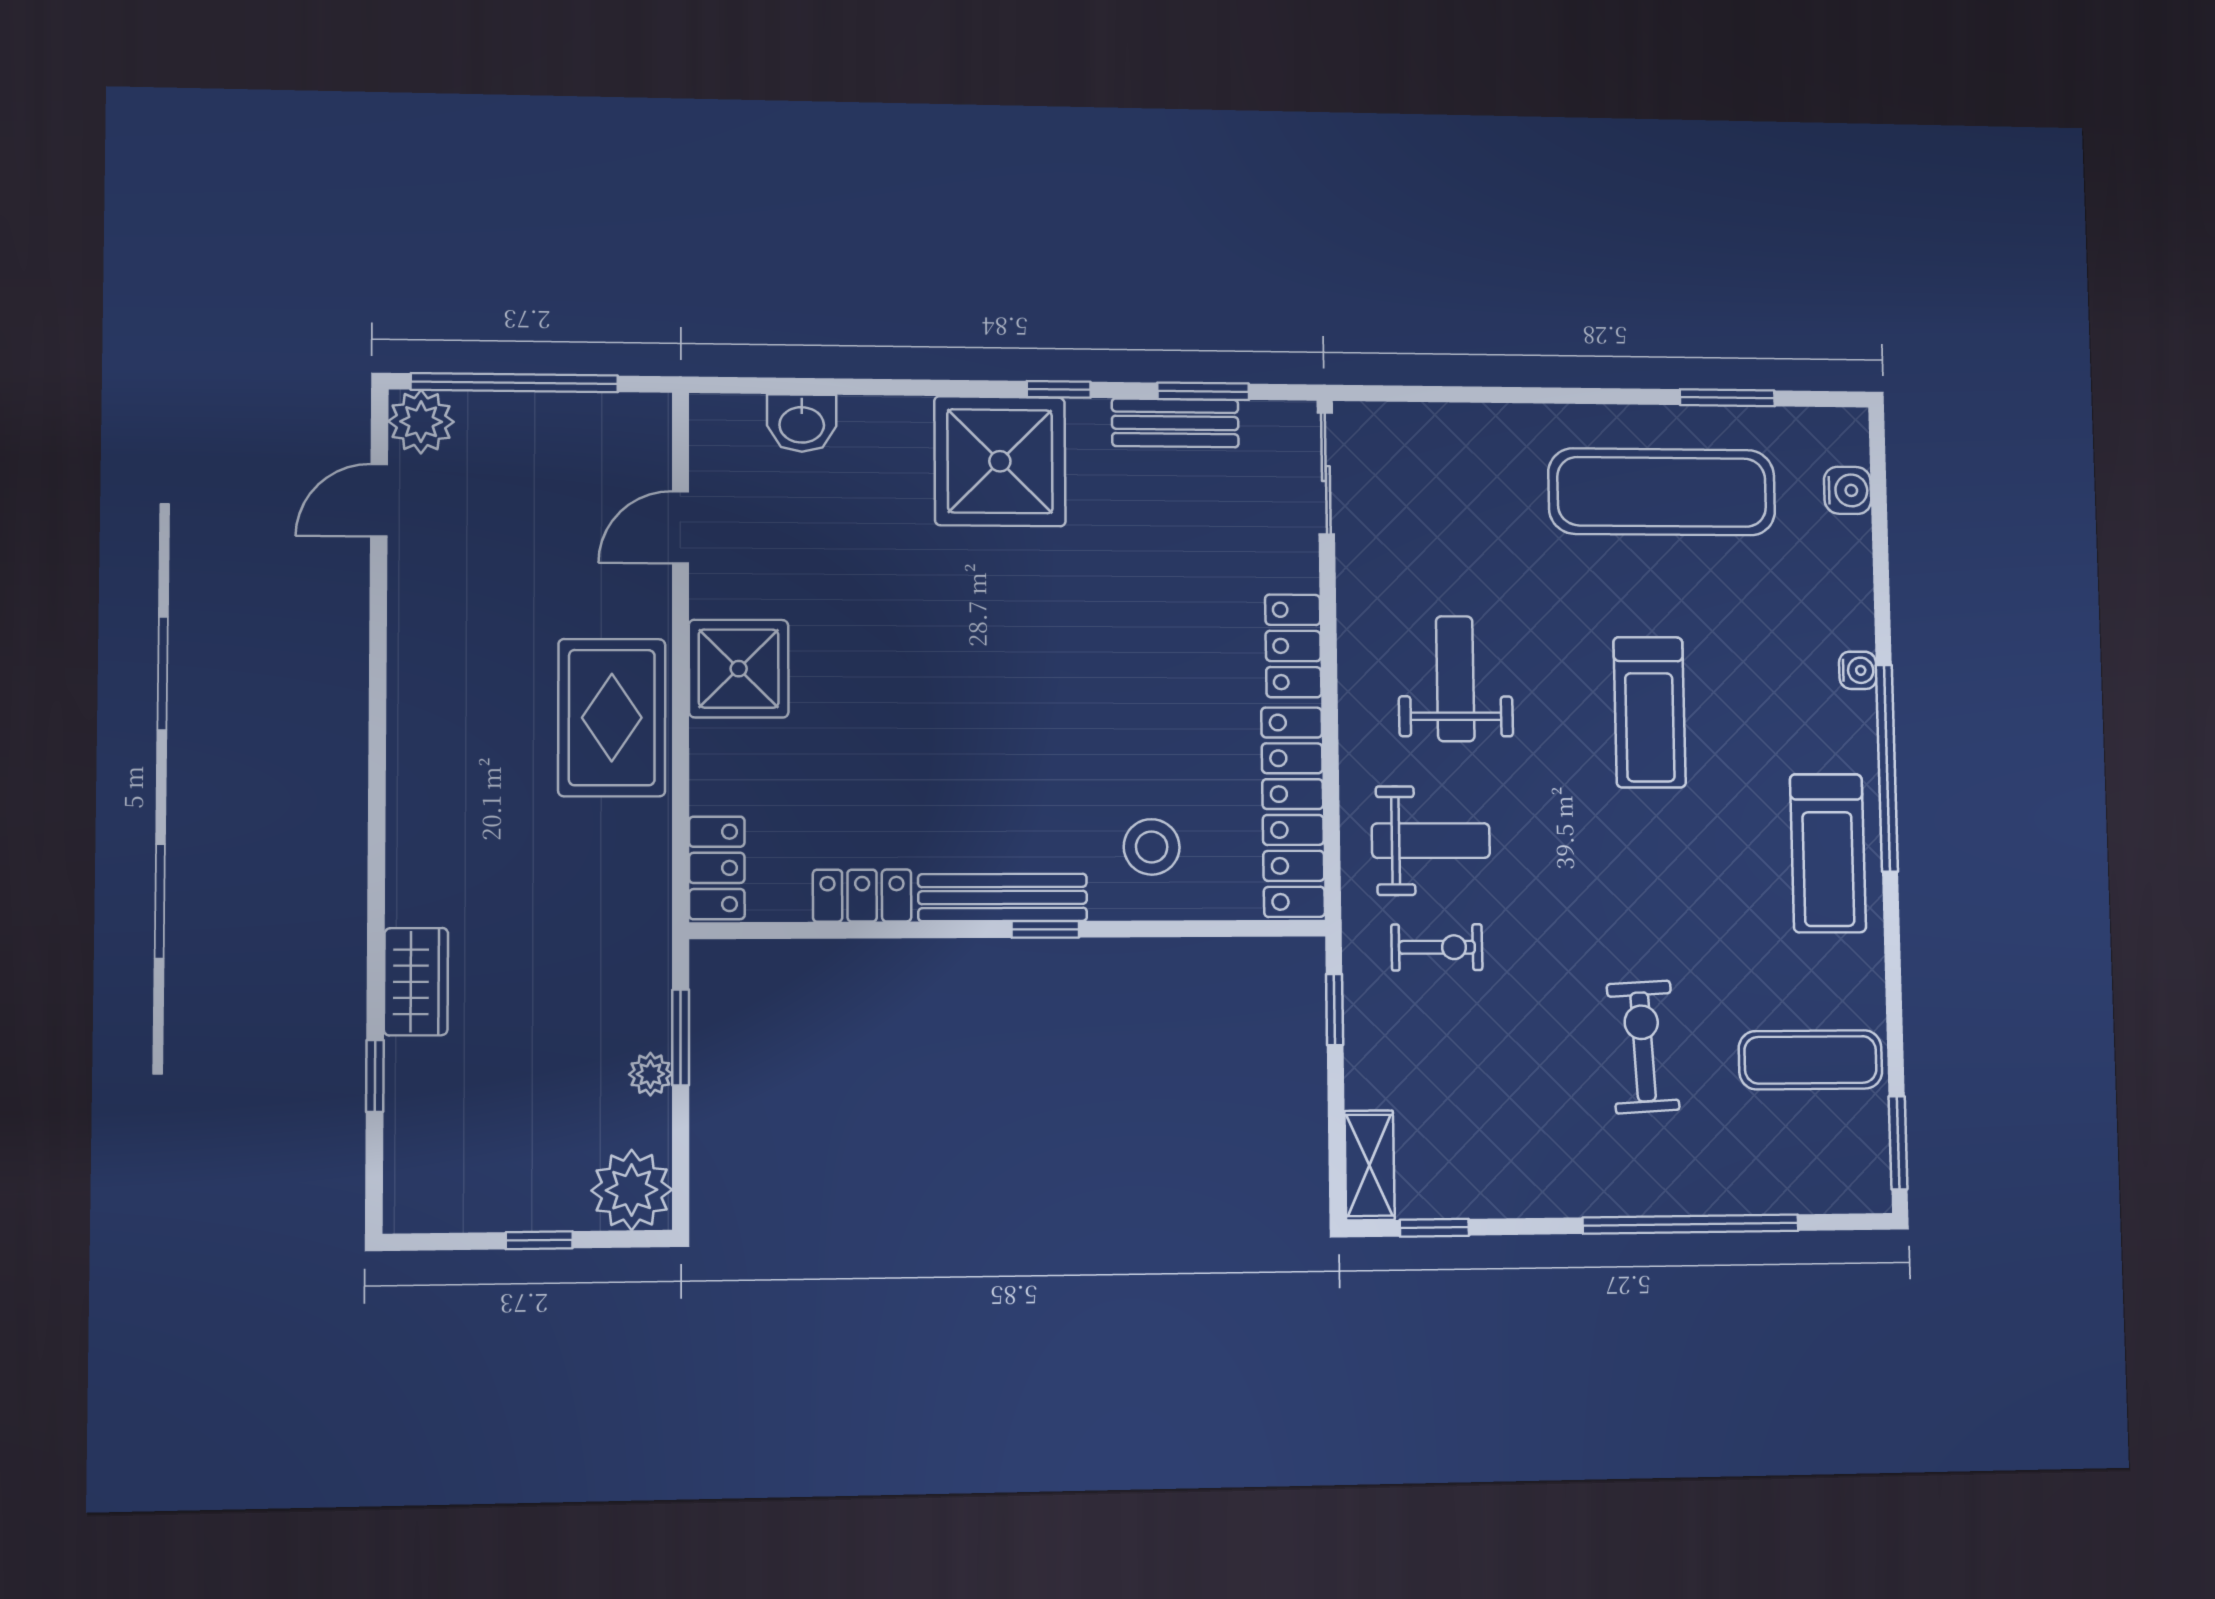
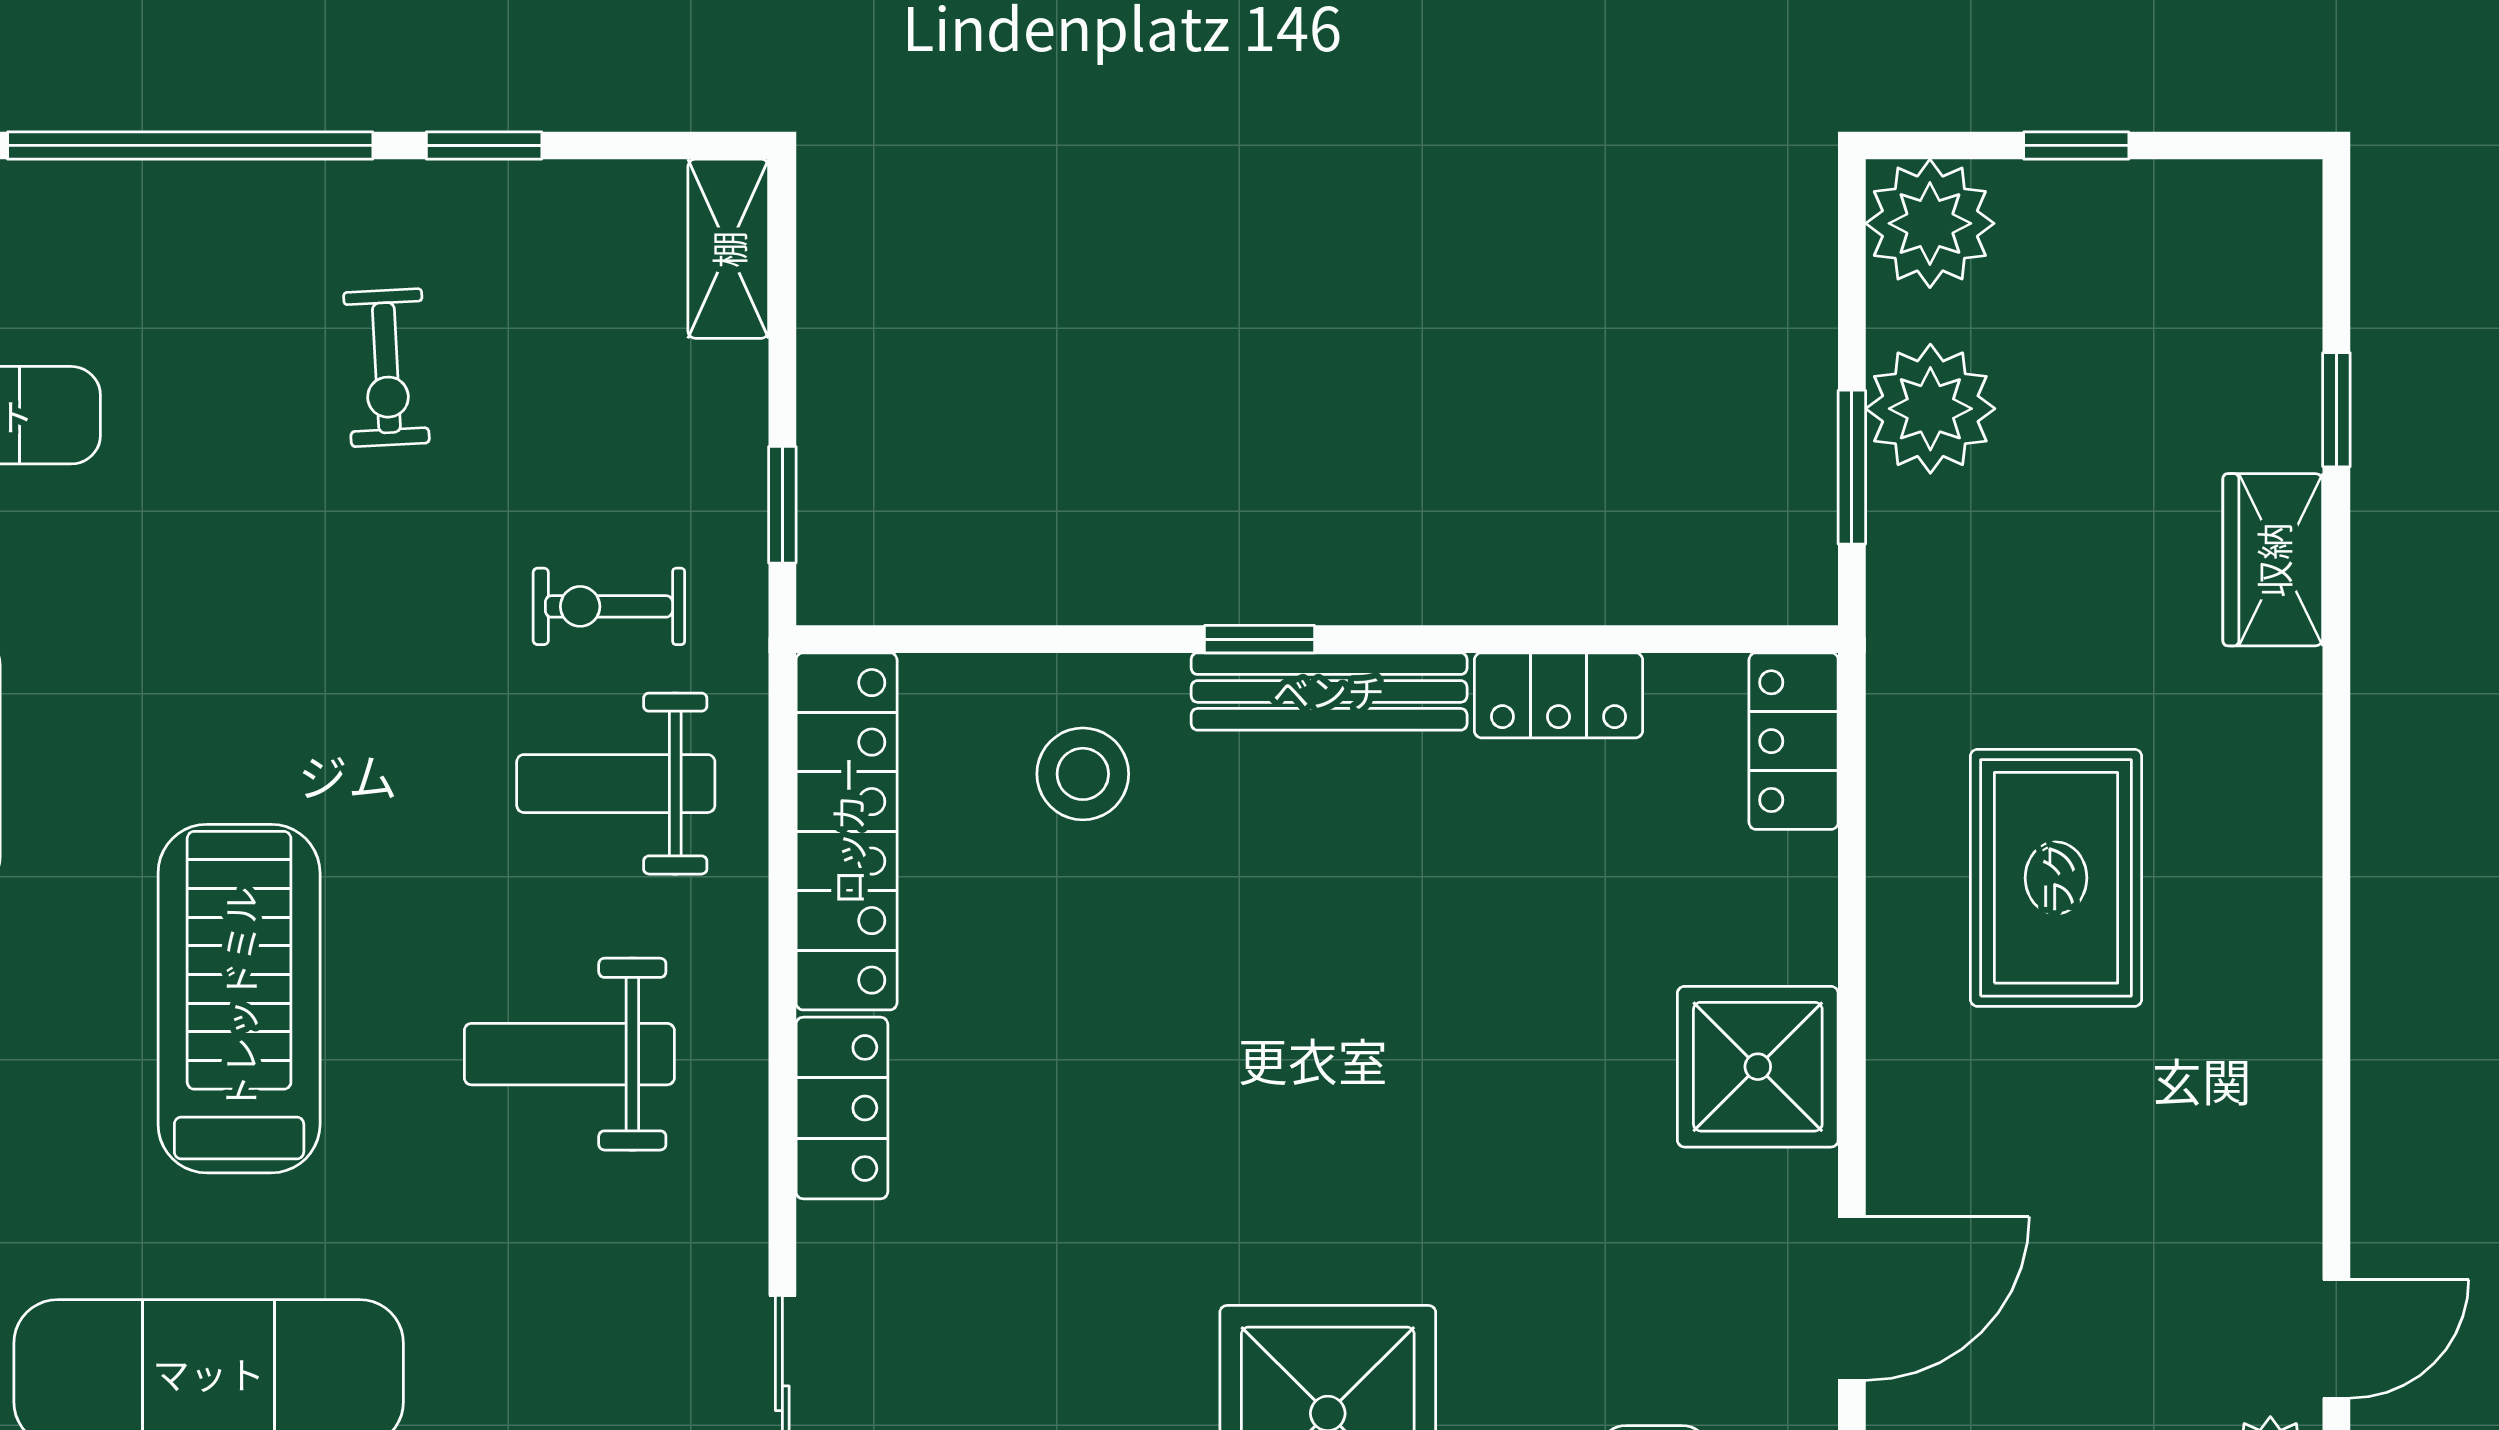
door: (680, 527) -> (1852, 1299), width x1.38
weight bench: (1455, 679) -> (569, 1054), turned 90
treadmill: (1650, 712) -> (239, 999), width x1.37, depth x1.38
rug: (612, 718) -> (2056, 878), moved
exercise bike: (1643, 1047) -> (386, 368), moved, width x0.73, depth x0.72
plant: (650, 1074) -> (1930, 409), width x1.87, depth x1.87
window: (1434, 1228) -> (484, 145), moved

